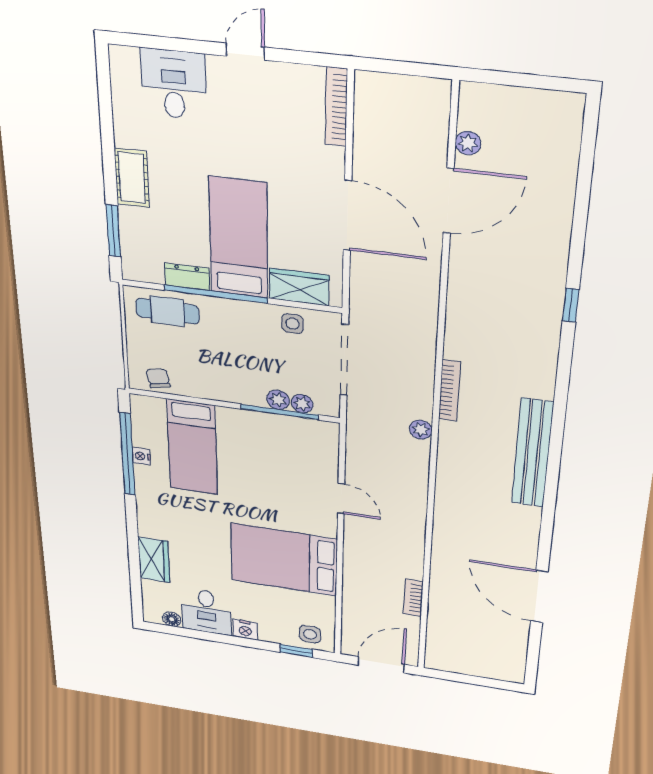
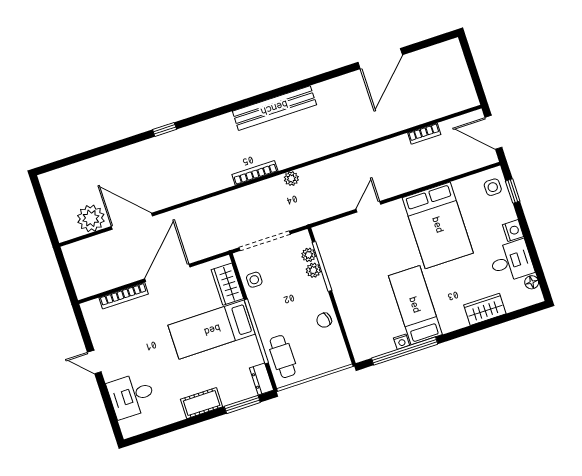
bookcase: (336, 107) -> (124, 296), moved
plant: (468, 143) -> (91, 218), width x1.88, depth x1.88
dresser: (187, 277) -> (261, 379), moved
chair: (158, 378) -> (324, 320), moved
bed: (192, 447) -> (415, 305), moved, turned -90

